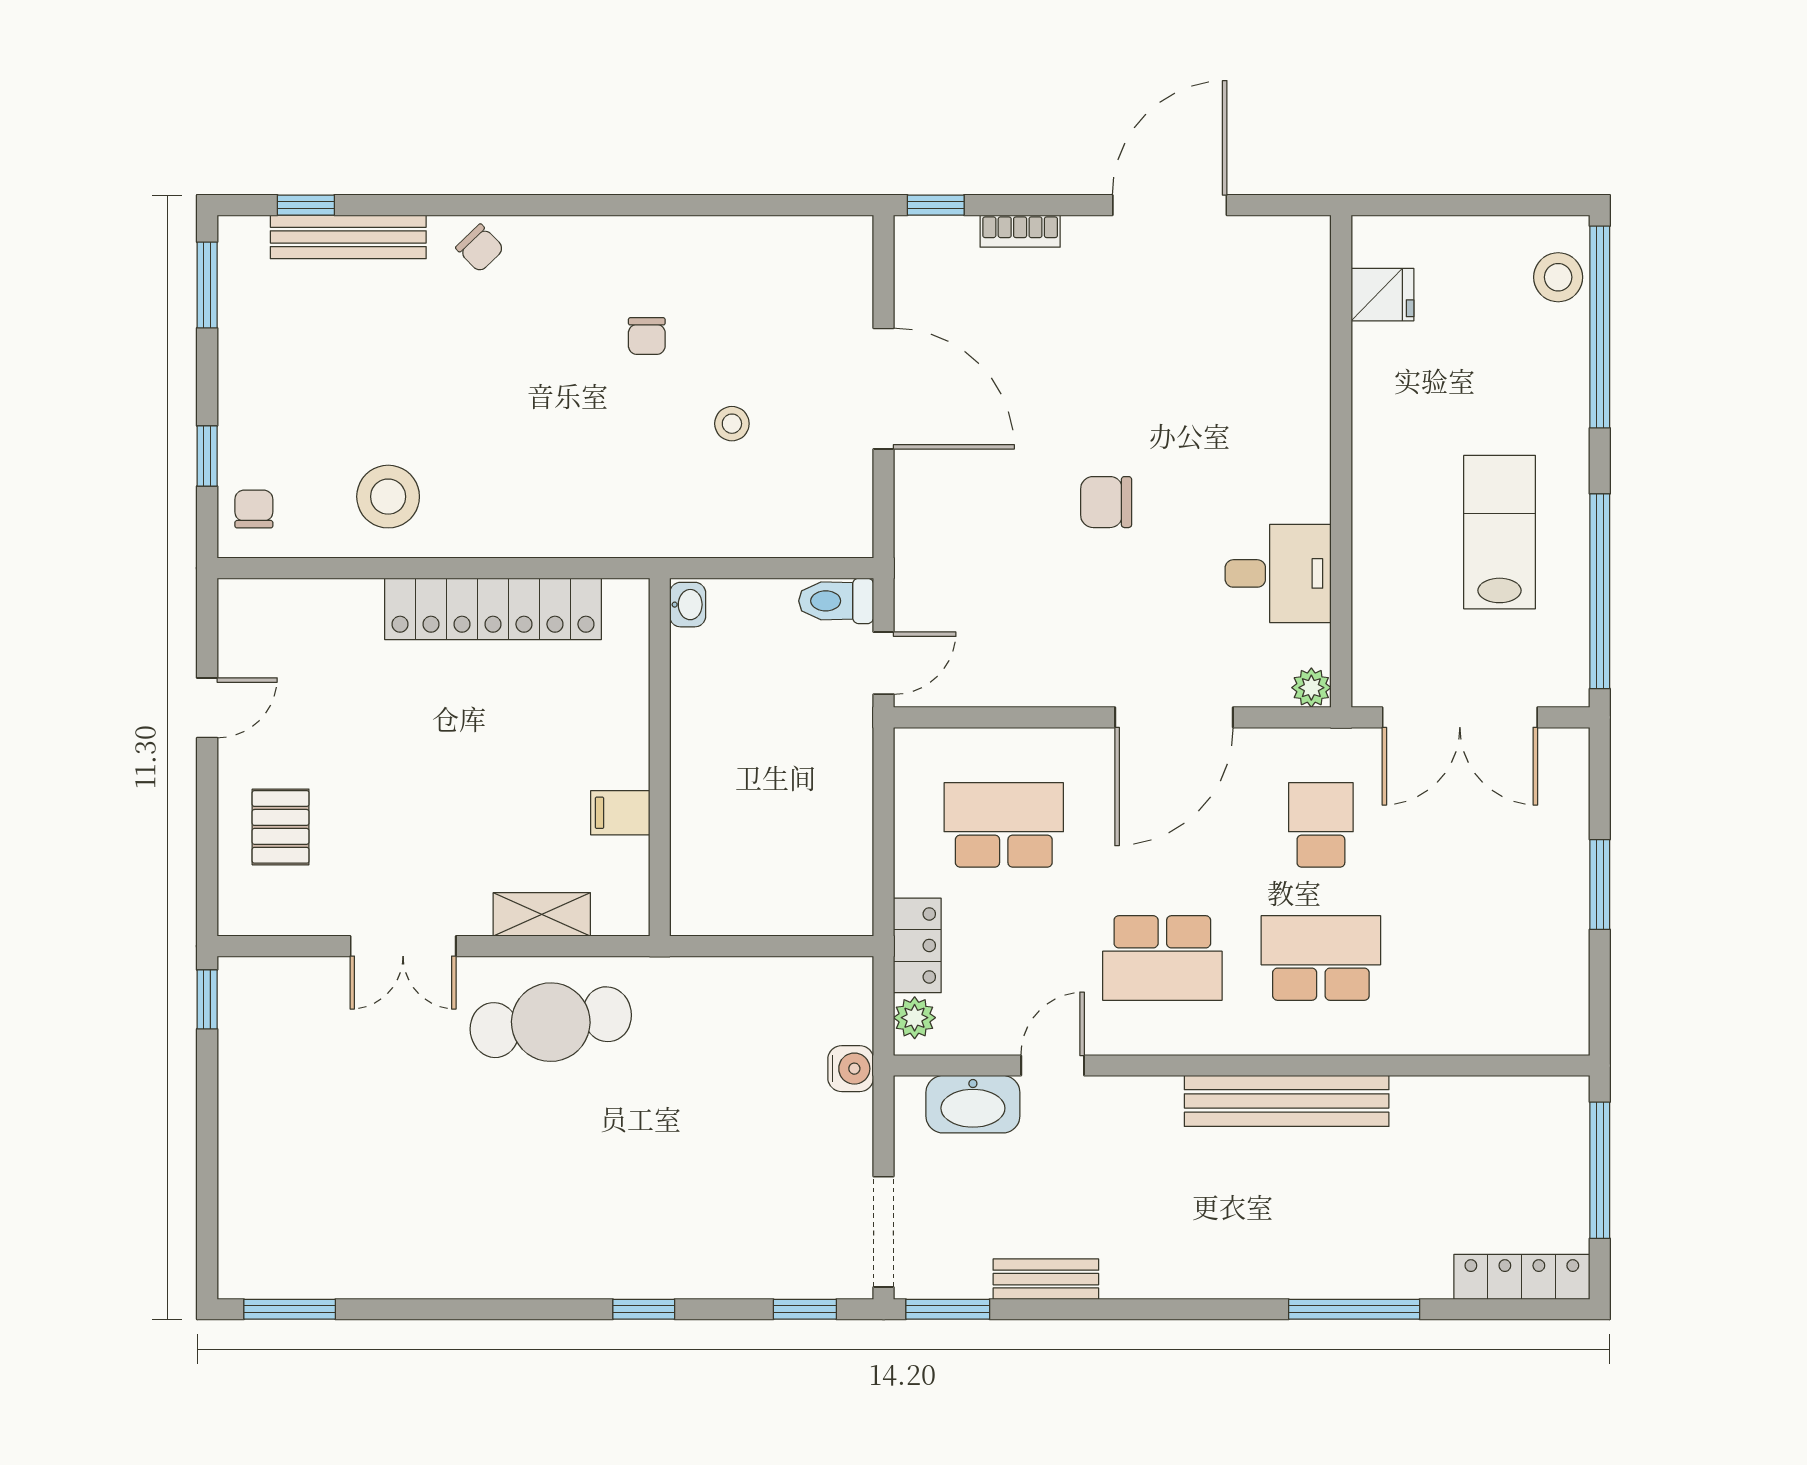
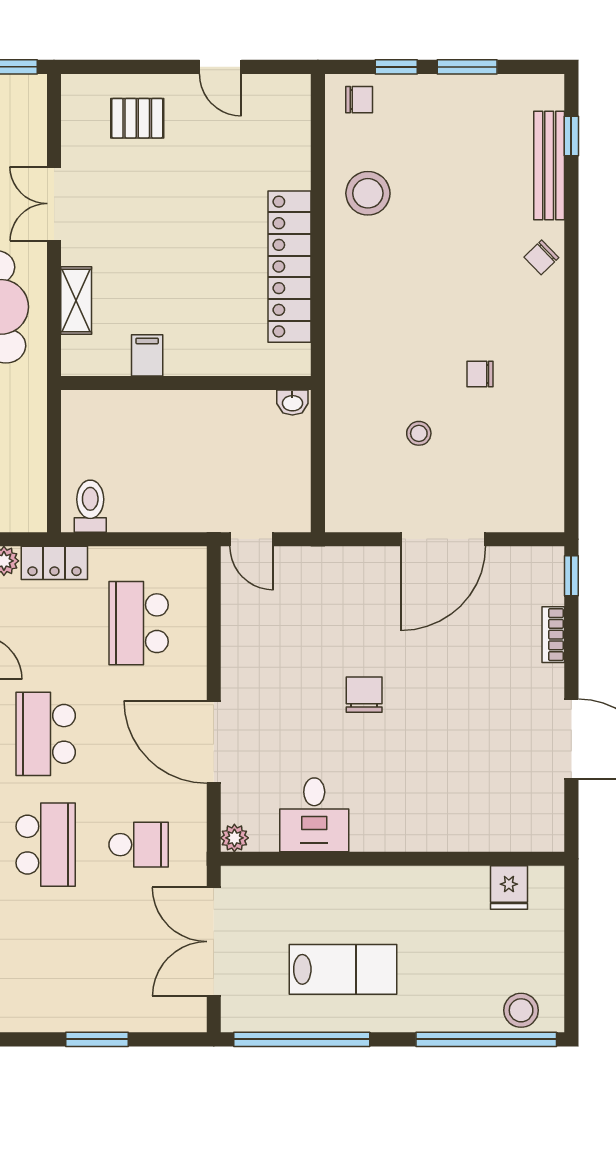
window: (207, 285) -> (467, 67), moved
toilet: (836, 601) -> (90, 506), moved
school desk: (1004, 825) -> (139, 623), turned 180

